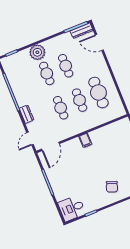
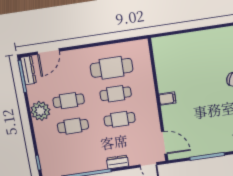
plant: (37, 52) -> (40, 111), moved

